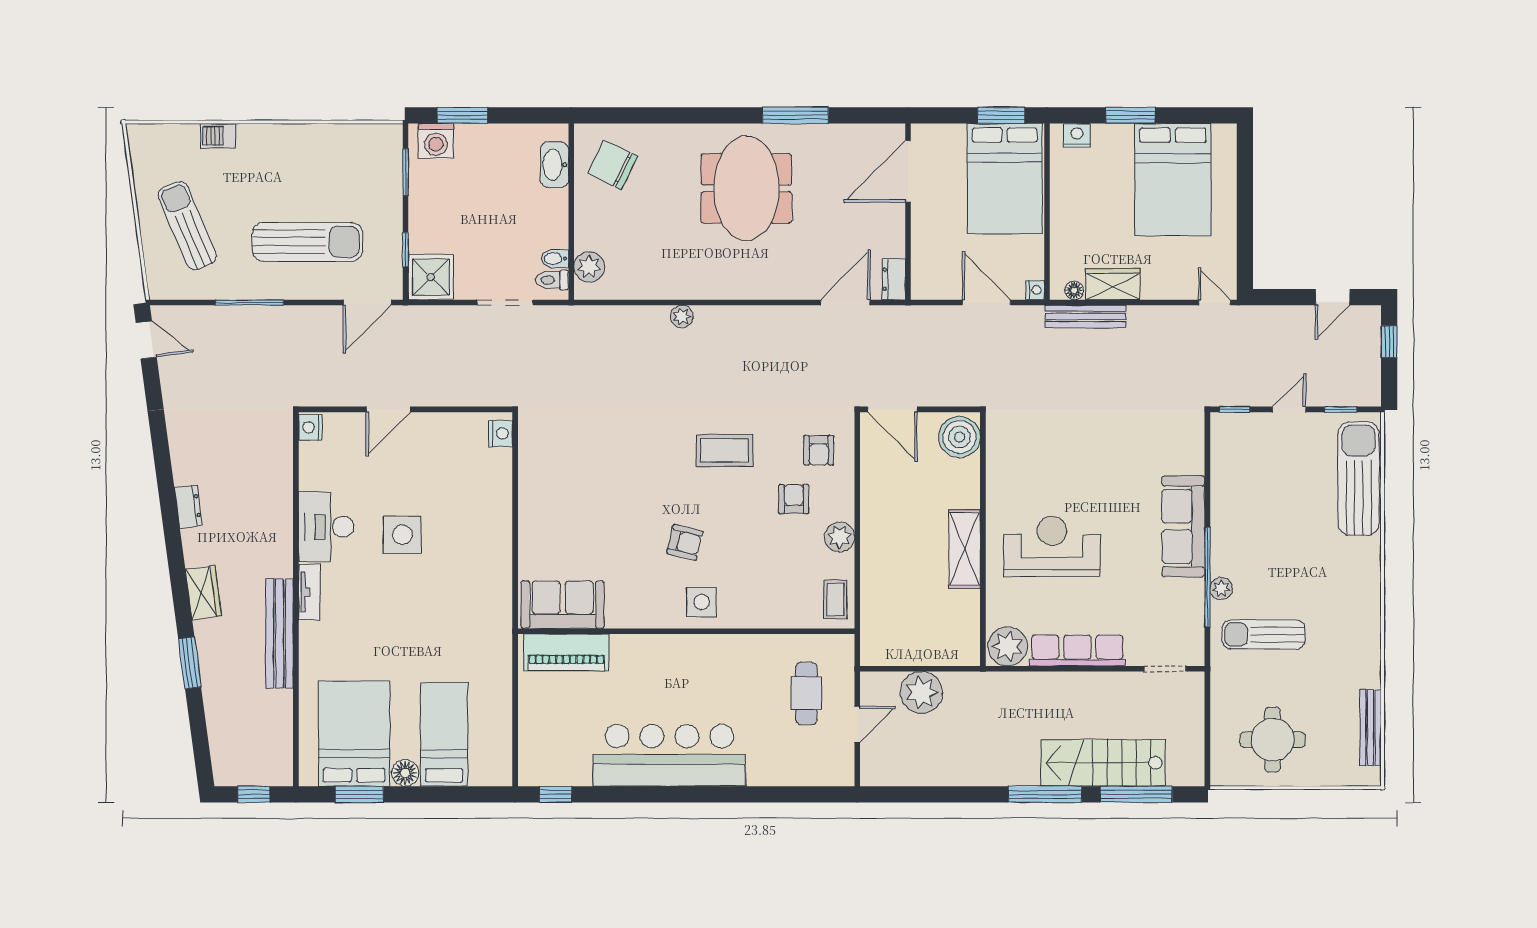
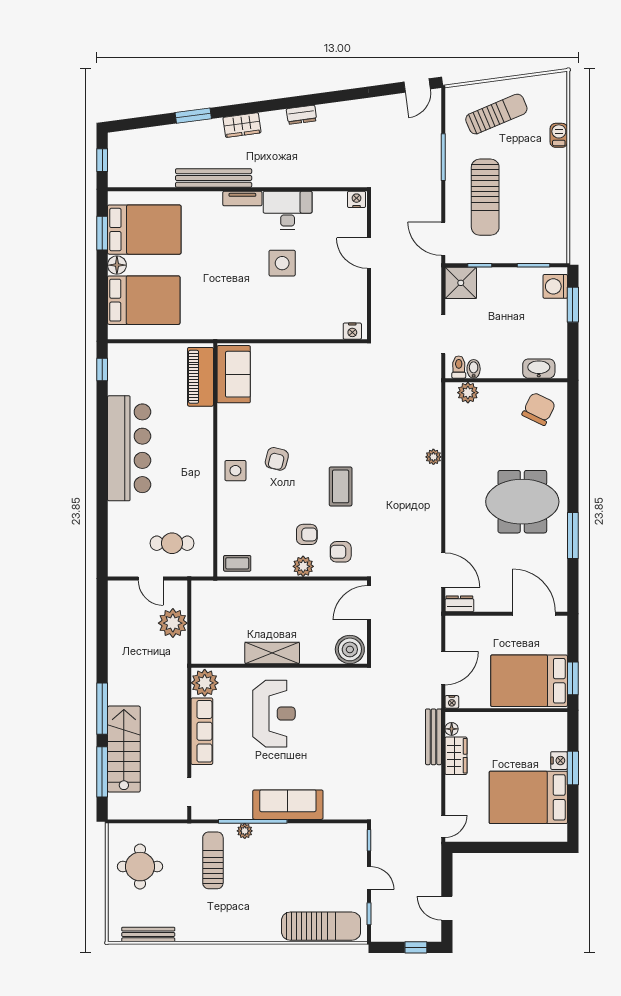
nightstand: (1077, 135) -> (559, 761), moved
plant: (840, 537) -> (303, 566), moved
bed: (444, 734) -> (144, 300), width x1.50

